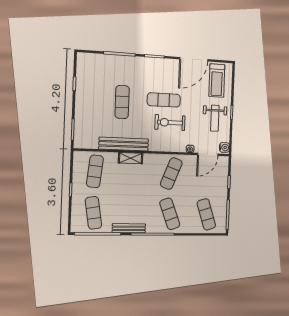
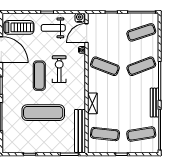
exercise mat: (122, 102) -> (43, 113), width x1.36, depth x1.45
weight bench: (215, 118) -> (53, 28), turned 180
exercise bike: (170, 123) -> (59, 69), turned 180
bench: (124, 144) -> (80, 131), moved
door: (208, 154) -> (87, 33), swing flipped

